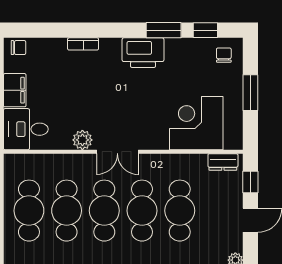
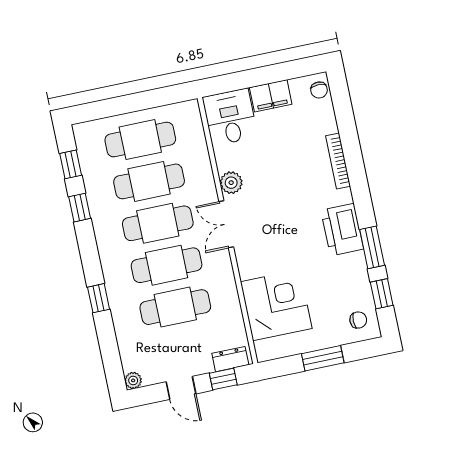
bookcase: (83, 44) -> (338, 161), width x1.56
dresser: (223, 162) -> (230, 359), moved, turned 90

